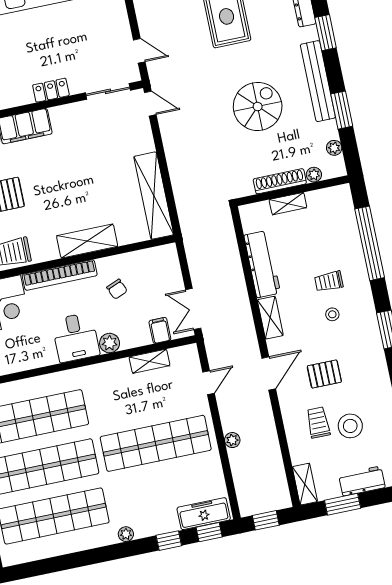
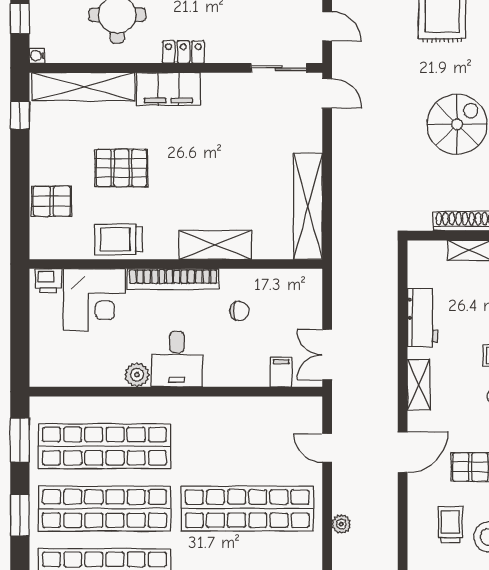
locker: (51, 90) -> (183, 52), moved
workbench: (262, 264) -> (422, 317), width x0.73
chair: (117, 289) -> (239, 311), turned -68
plant: (110, 343) -> (137, 375), moved
shelving: (150, 361) -> (261, 407), removed
door: (209, 383) -> (327, 448), swing flipped

